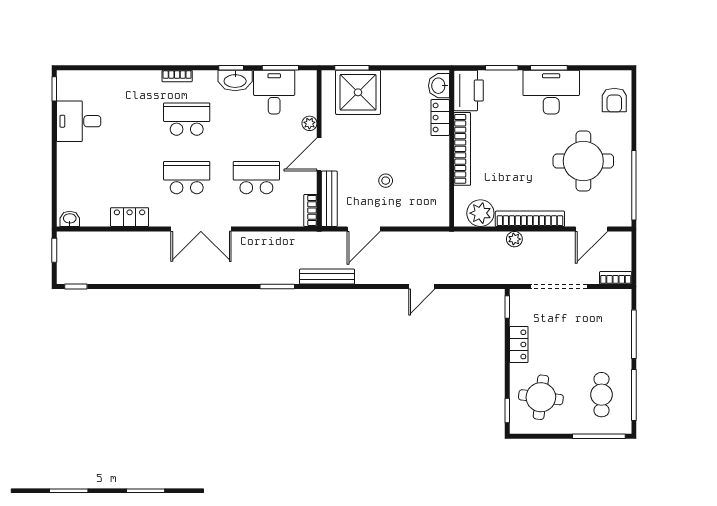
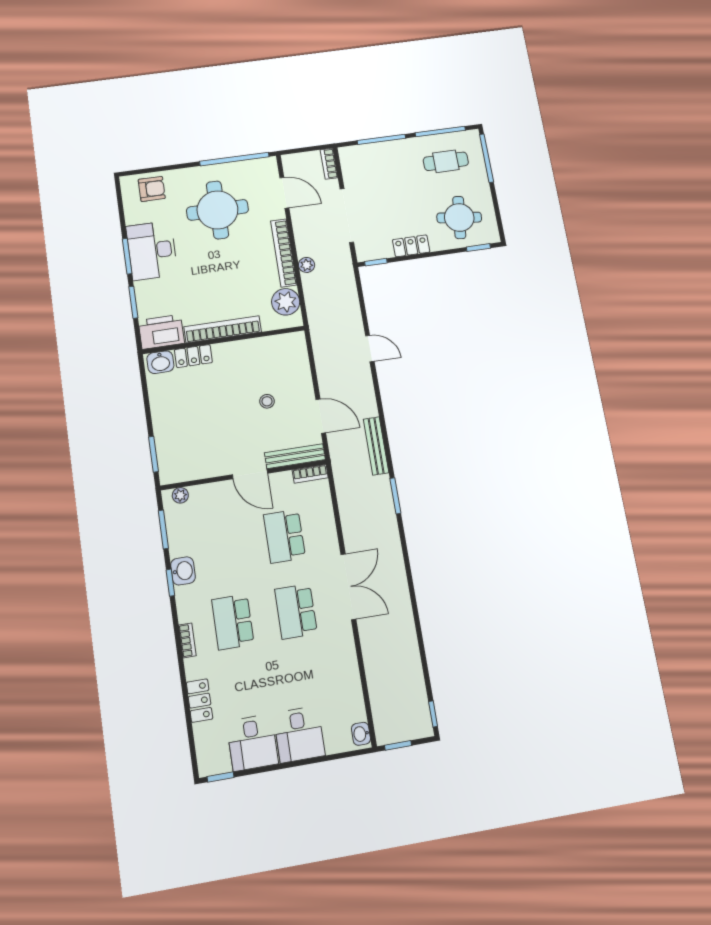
washbasin: (235, 80) -> (183, 571), width x0.72
desk: (274, 92) -> (299, 734), moved, turned -90
shower: (358, 92) -> (179, 444), removed
plant: (309, 123) -> (180, 495), moved
locker: (130, 217) -> (200, 701), moved, turned 180

